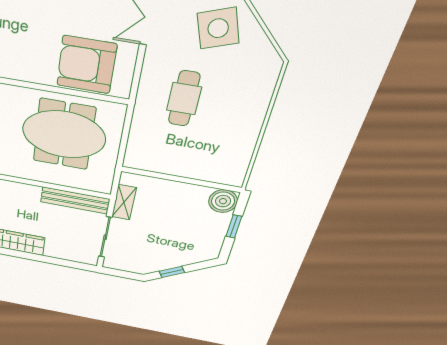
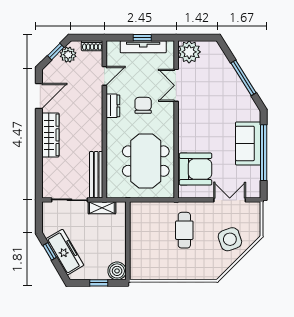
armchair: (86, 65) -> (196, 169), turned 90
cafe table: (184, 99) -> (184, 230), turned 90
freezer: (177, 256) -> (65, 252), added

